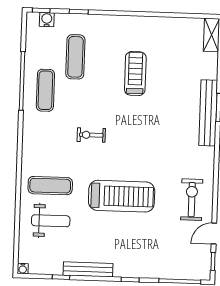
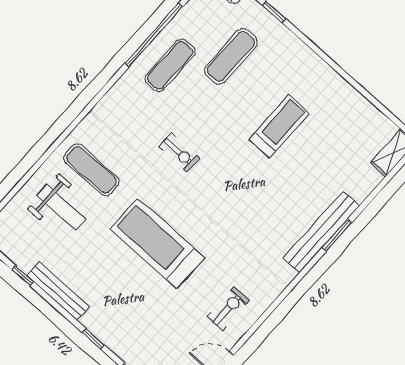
exercise bike: (91, 135) -> (179, 153), turned 180
treadmill: (122, 196) -> (157, 243), turned 180
exercise bike: (192, 200) -> (228, 309), width x0.73, depth x0.72

